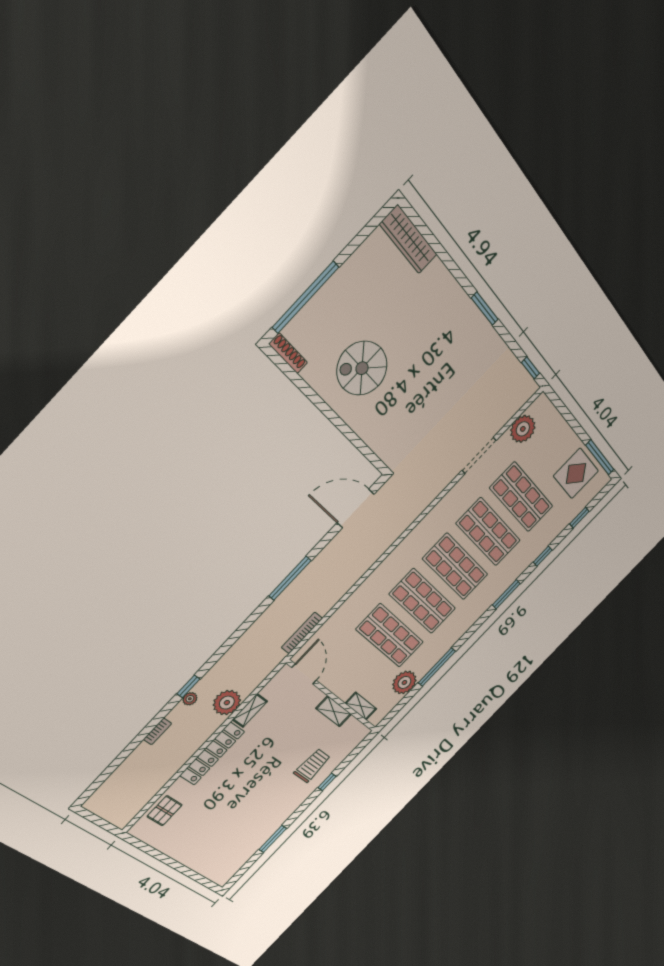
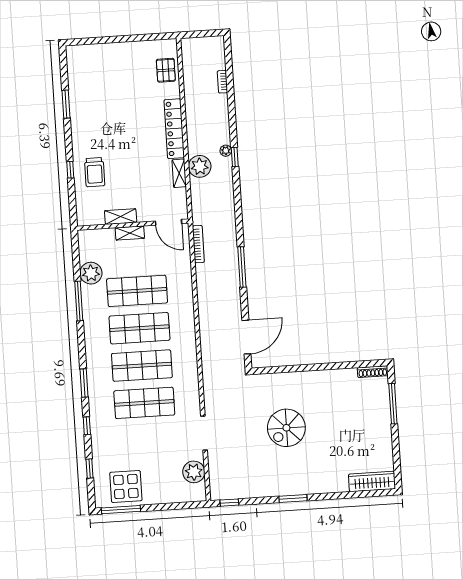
window: (305, 297) -> (393, 404), width x0.68
spiral stairs: (362, 368) -> (286, 428), moved, turned 180
shop shelf: (521, 497) -> (147, 440), removed
shelving: (361, 706) -> (130, 233), moved
bookcase: (157, 731) -> (222, 82), moved

